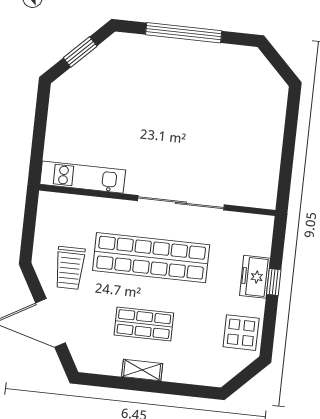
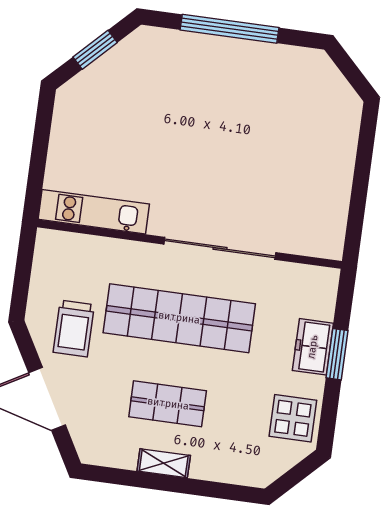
window: (274, 282) -> (337, 354), width x1.50

